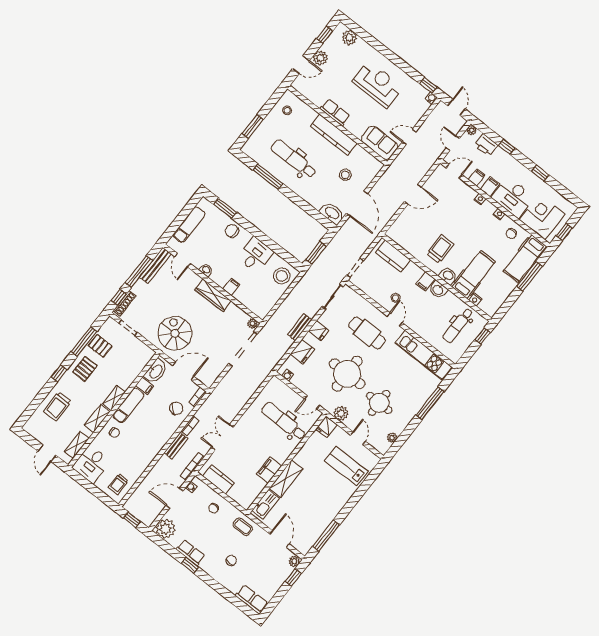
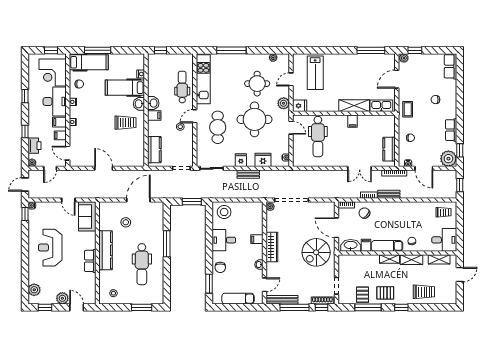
window: (268, 177) -> (167, 244), moved
washbasin: (332, 213) -> (158, 211), removed
trolley: (440, 249) -> (125, 123), turned 180
dental chair: (458, 325) -> (182, 87), moved, turned -90
filing cabinet: (269, 470) -> (353, 121), width x0.50
window: (190, 565) -> (460, 150), moved

